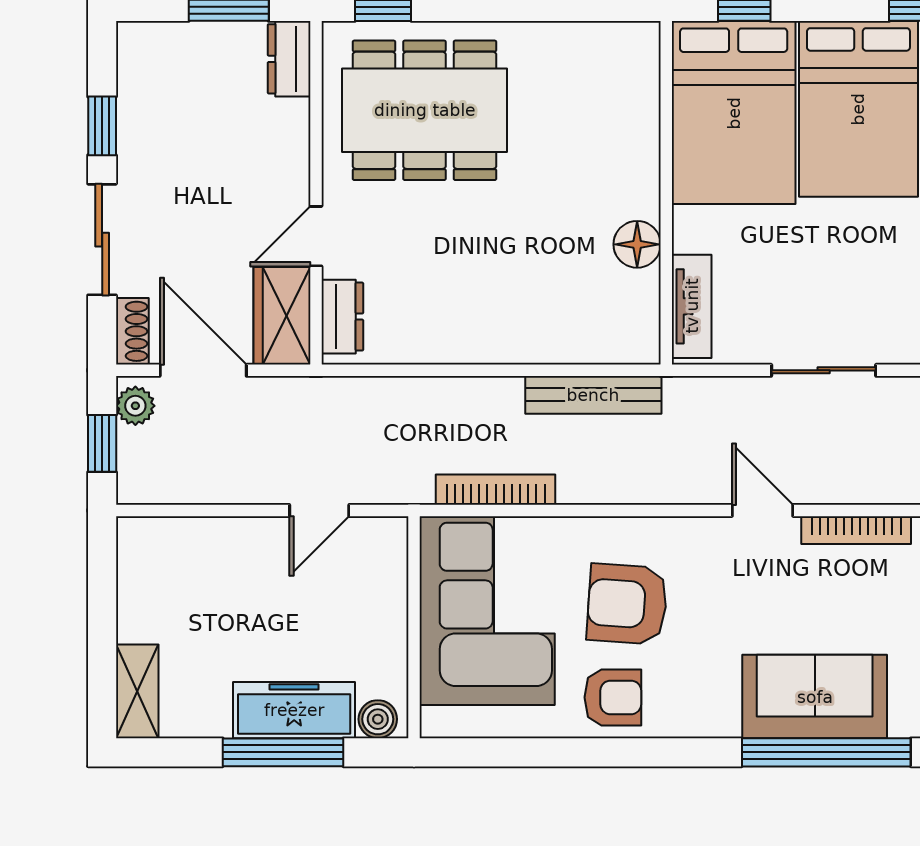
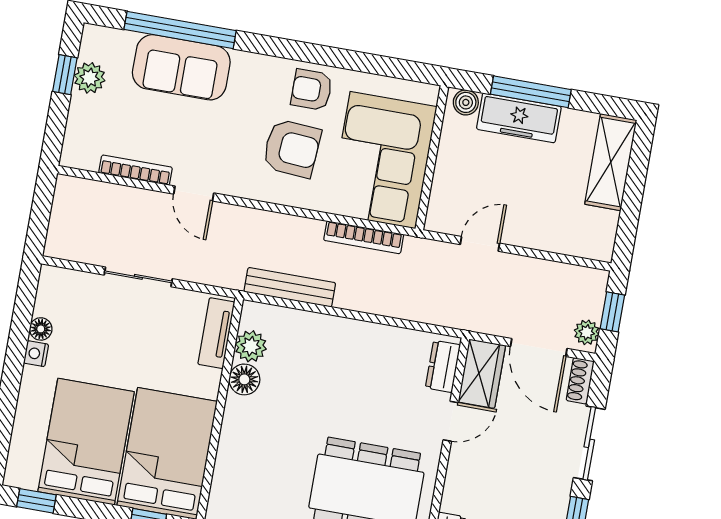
plant: (636, 296) -> (251, 346), added
shelving: (137, 691) -> (611, 162), width x1.50, depth x1.33

